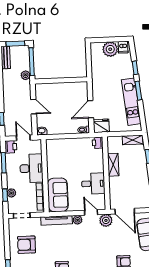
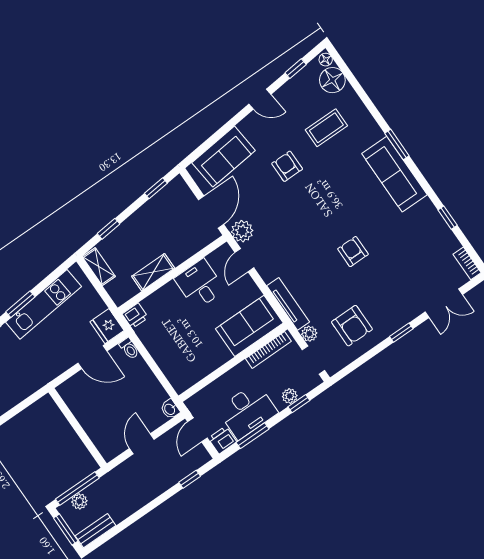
plant: (26, 75) -> (79, 501), moved
desk: (31, 168) -> (247, 411), moved, turned 180
plant: (78, 220) -> (309, 334), moved

